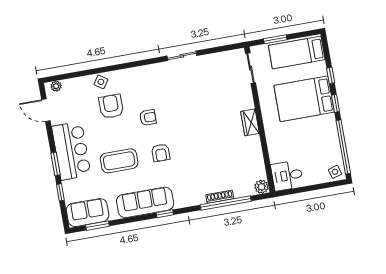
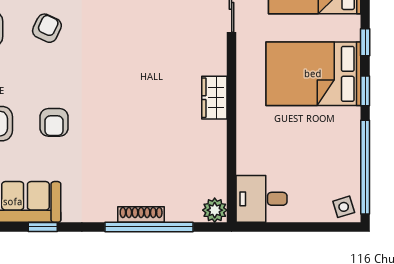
armchair: (148, 118) -> (47, 28), moved, turned -65

